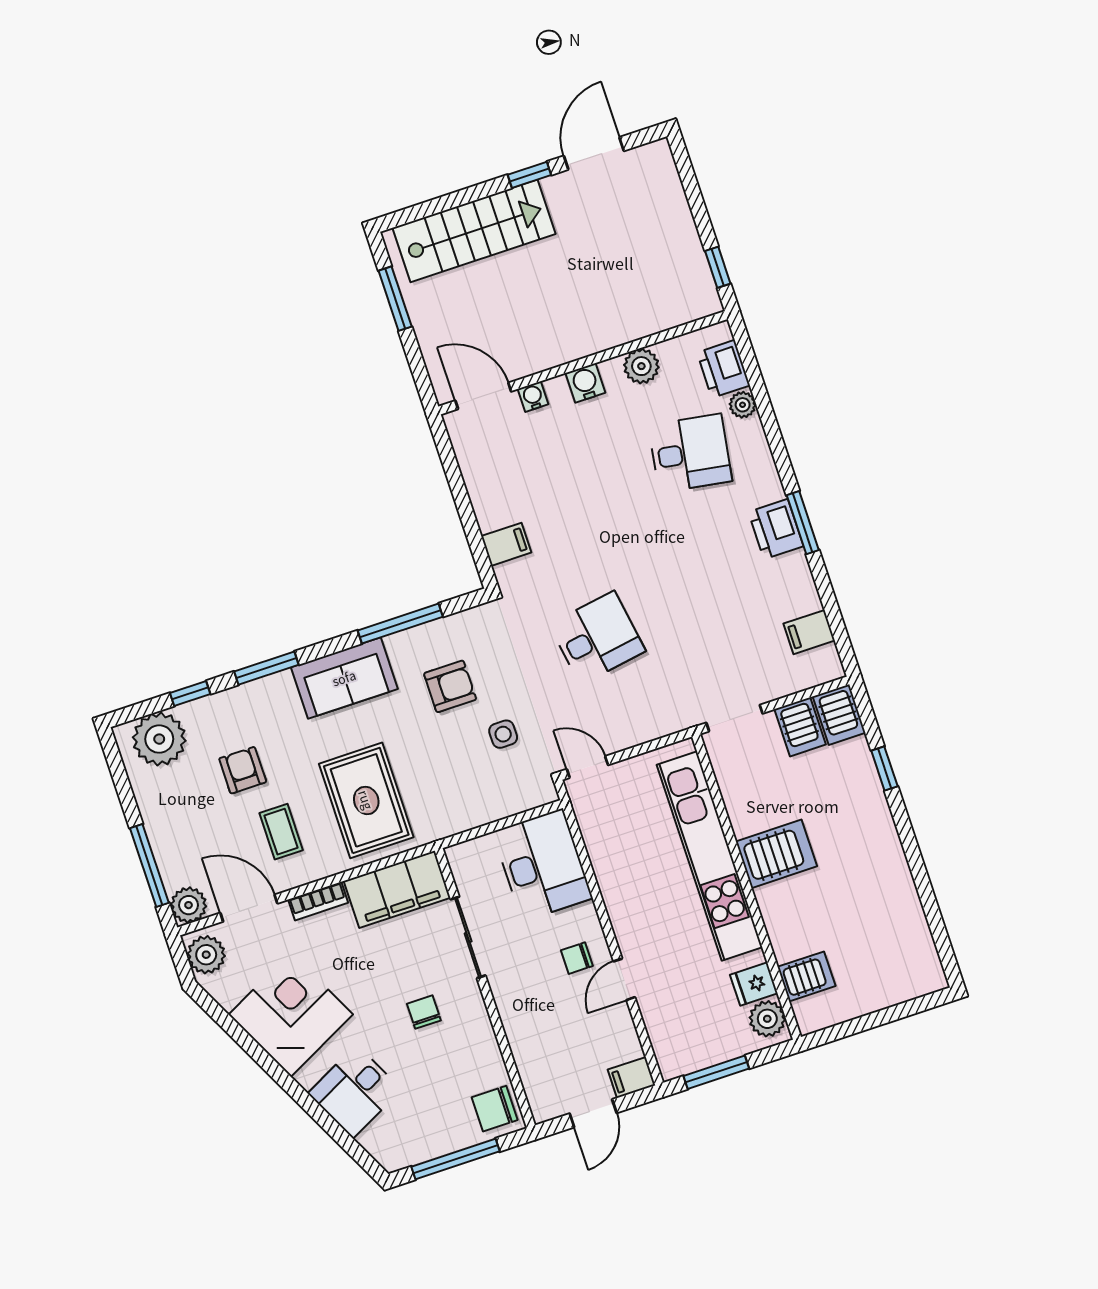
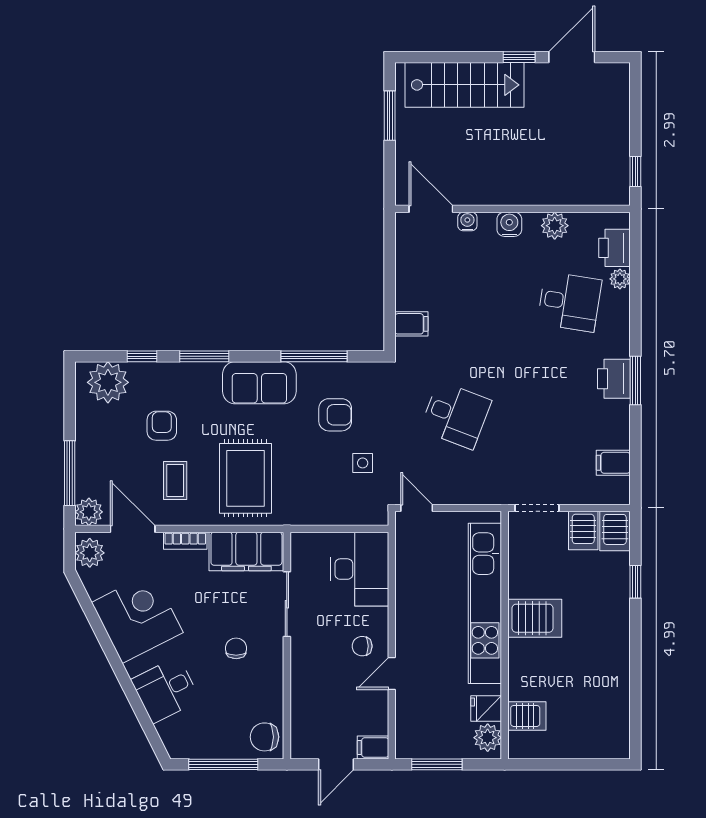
desk: (597, 638) -> (456, 415), turned 30

